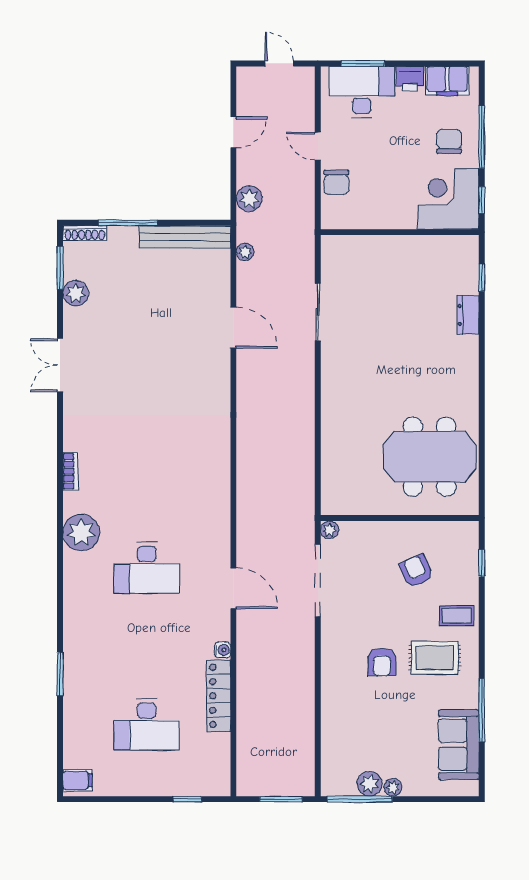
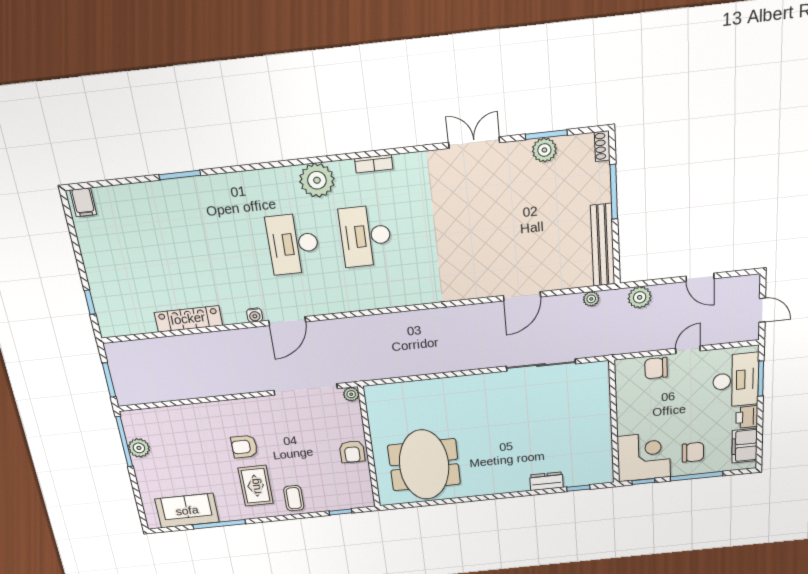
door: (279, 63) -> (762, 310), hinge flipped
shoe rack: (85, 233) -> (602, 146), width x0.70
window: (60, 268) -> (546, 135), moved
sliding door: (318, 312) -> (541, 365), width x1.37
armchair: (416, 571) -> (352, 452), moved, turned 114
water cooler: (222, 650) -> (255, 315), moved
desk: (147, 724) -> (366, 236), moved
plant: (393, 787) -> (140, 466), removed

